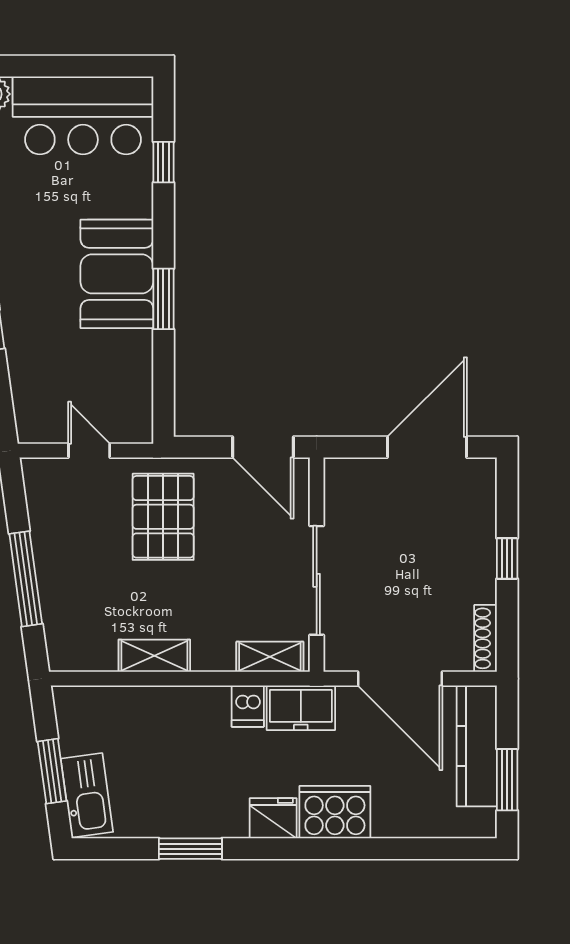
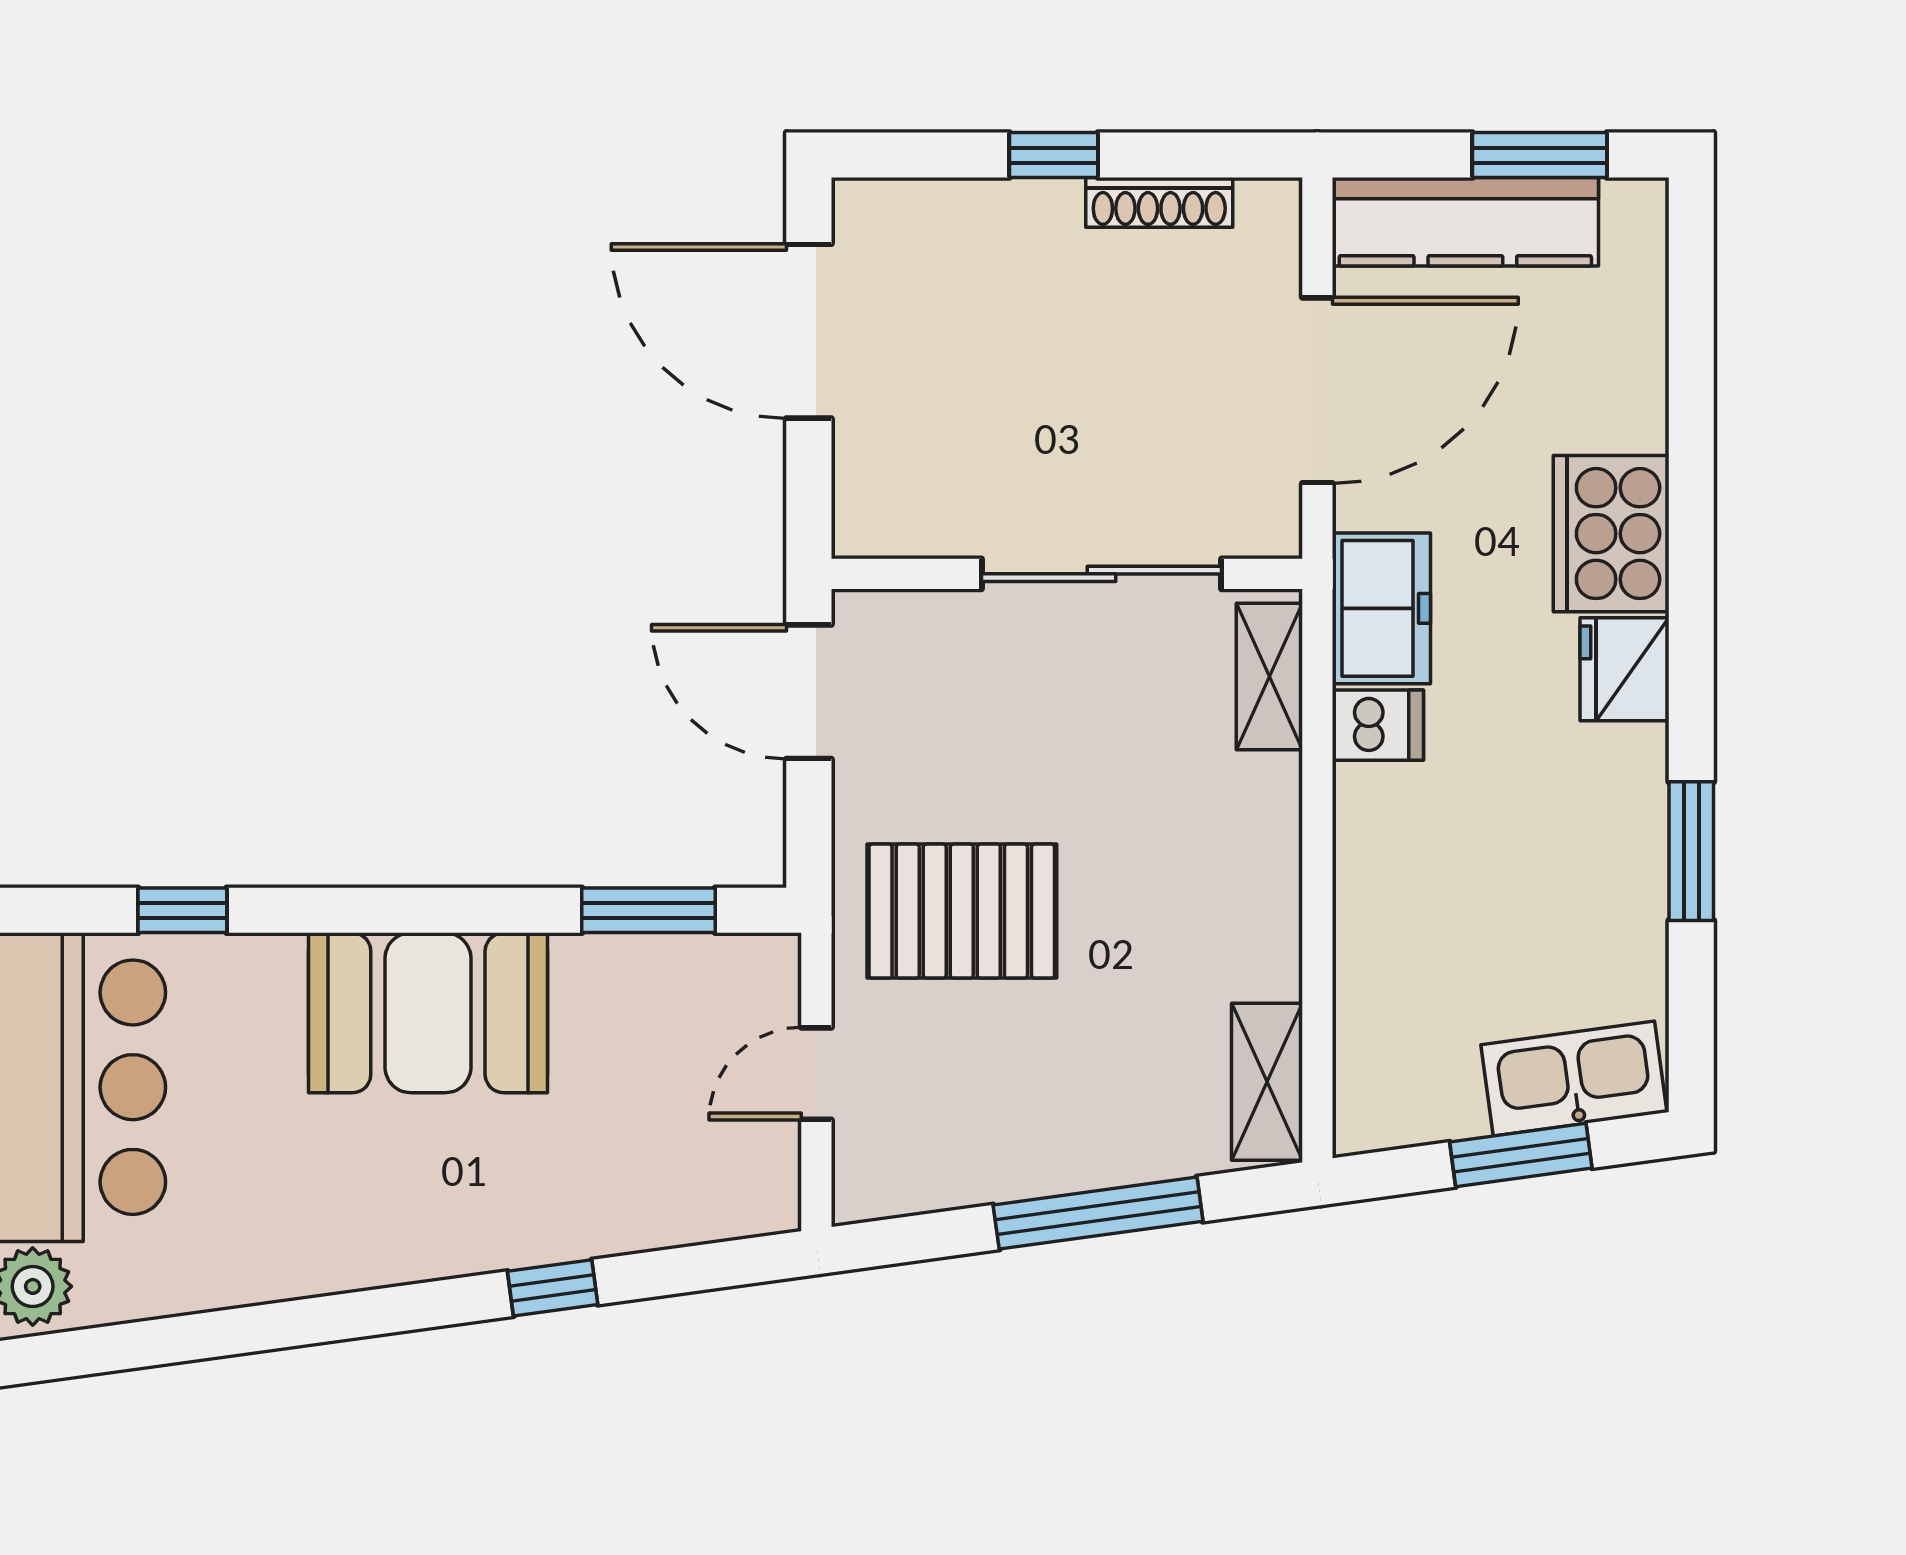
window: (163, 299) -> (648, 910), moved
door: (263, 447) -> (809, 692), swing flipped
shoe rack: (486, 638) -> (1159, 202), moved
shelving: (154, 656) -> (1267, 1082), moved

